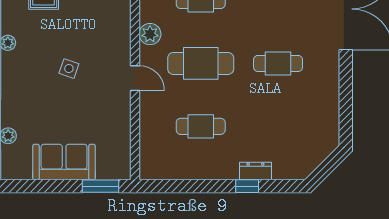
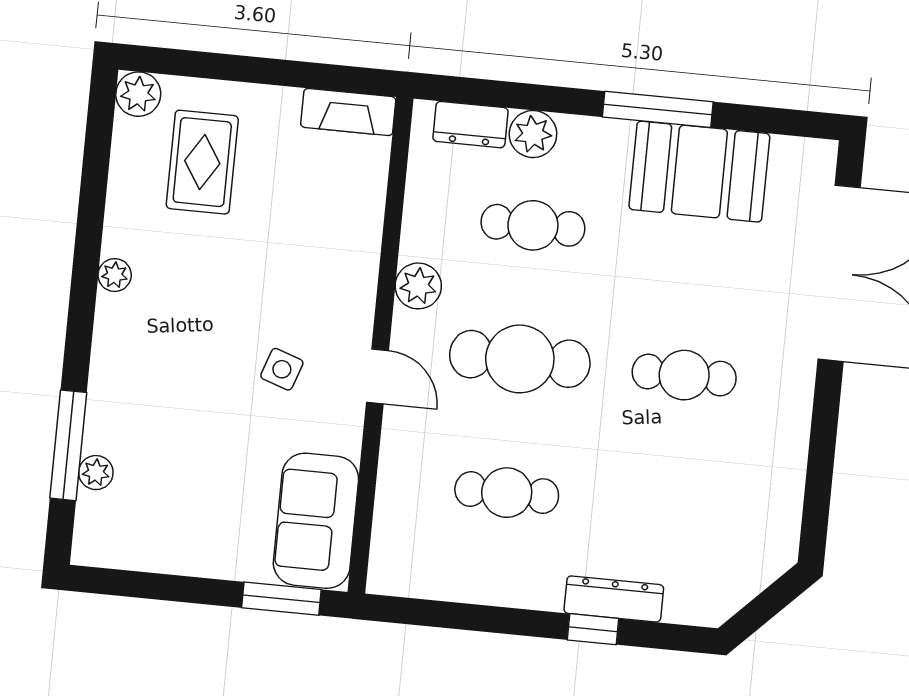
side table: (69, 69) -> (282, 369), moved
sofa: (64, 162) -> (316, 521), moved, turned -90
dresser: (255, 171) -> (614, 599), width x1.44

